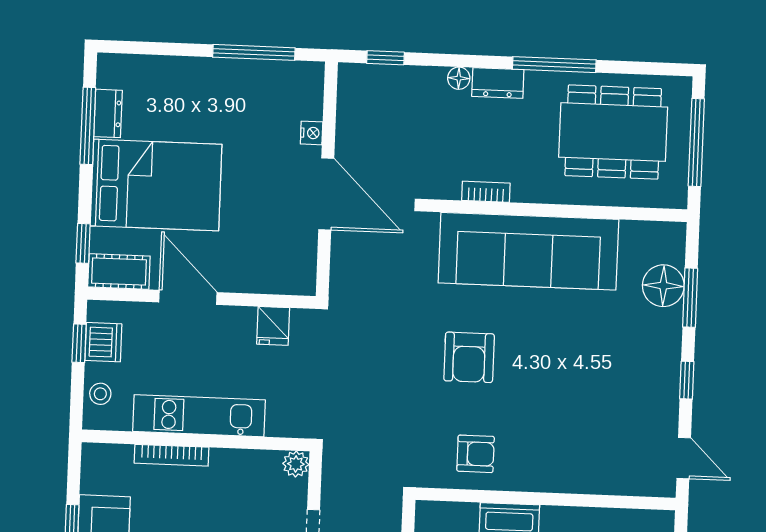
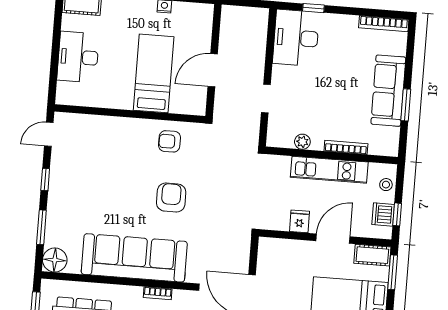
window: (83, 243) -> (393, 272), width x1.50
floor lamp: (663, 286) -> (55, 260), moved
door: (188, 297) -> (333, 239), swing flipped
fridge: (273, 326) -> (299, 221), moved
door: (684, 458) -> (49, 134), hinge flipped
plant: (296, 464) -> (302, 142), moved

